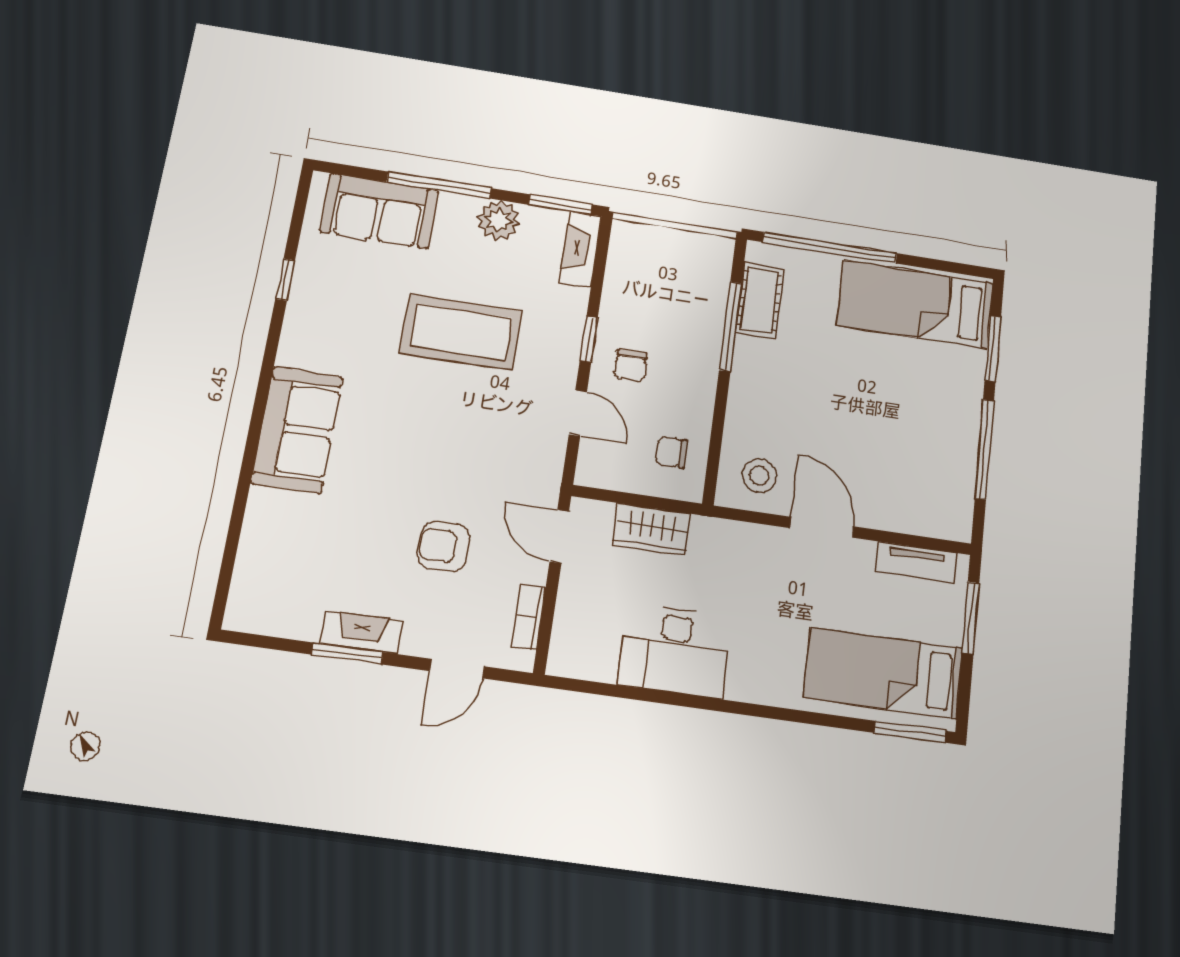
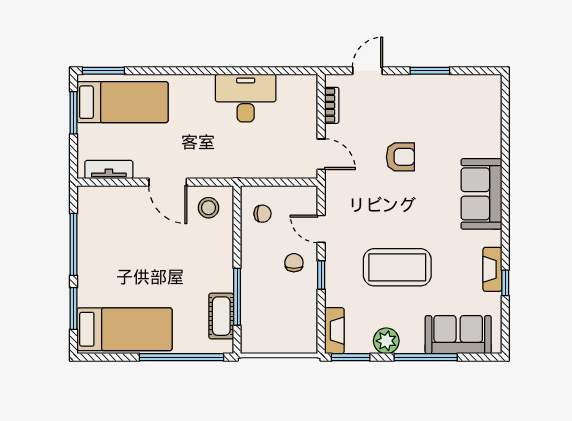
wardrobe: (651, 529) -> (268, 166), removed
armchair: (444, 546) -> (400, 157), moved
window: (971, 618) -> (73, 113), moved
fireplace: (362, 632) -> (492, 269), moved, turned 90

